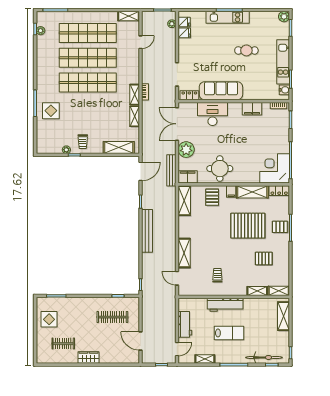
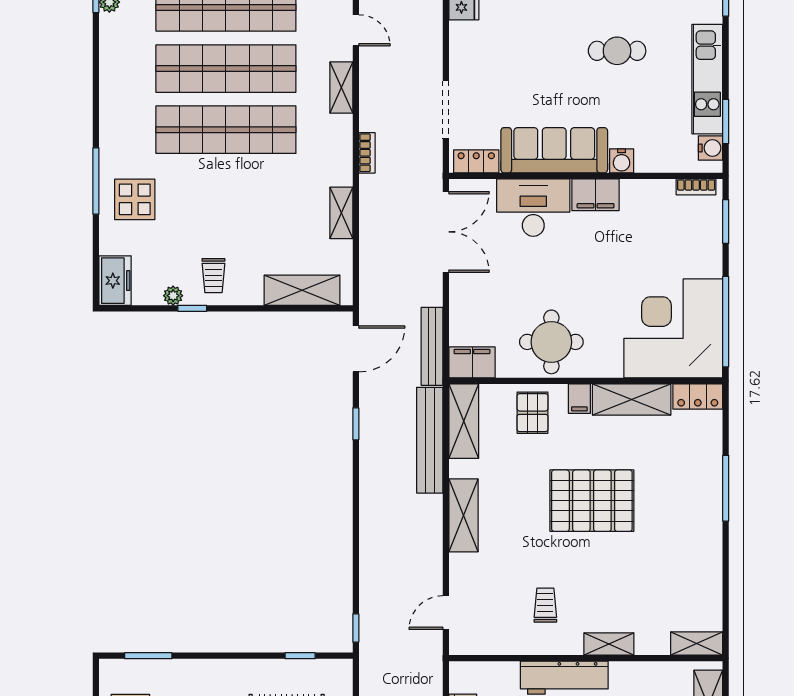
door: (141, 42) -> (356, 30), hinge flipped
shelving: (135, 95) -> (341, 88), moved
water cooler: (248, 95) -> (622, 161), added
filing cabinet: (252, 109) -> (596, 195), moved
double door: (177, 124) -> (446, 232), swing flipped
freezer: (43, 144) -> (115, 281), added
plant: (186, 150) -> (468, 295), removed
corner desk: (275, 168) -> (673, 328), width x1.36, depth x1.36
pallet: (248, 226) -> (592, 501), moved
pallet: (280, 227) -> (700, 486), removed
bench: (147, 231) -> (430, 440), moved
shelving: (184, 253) -> (463, 515), moved
pallet: (264, 259) -> (660, 564), removed
door: (177, 278) -> (446, 613), hinge flipped
shelving: (257, 291) -> (609, 644), moved

